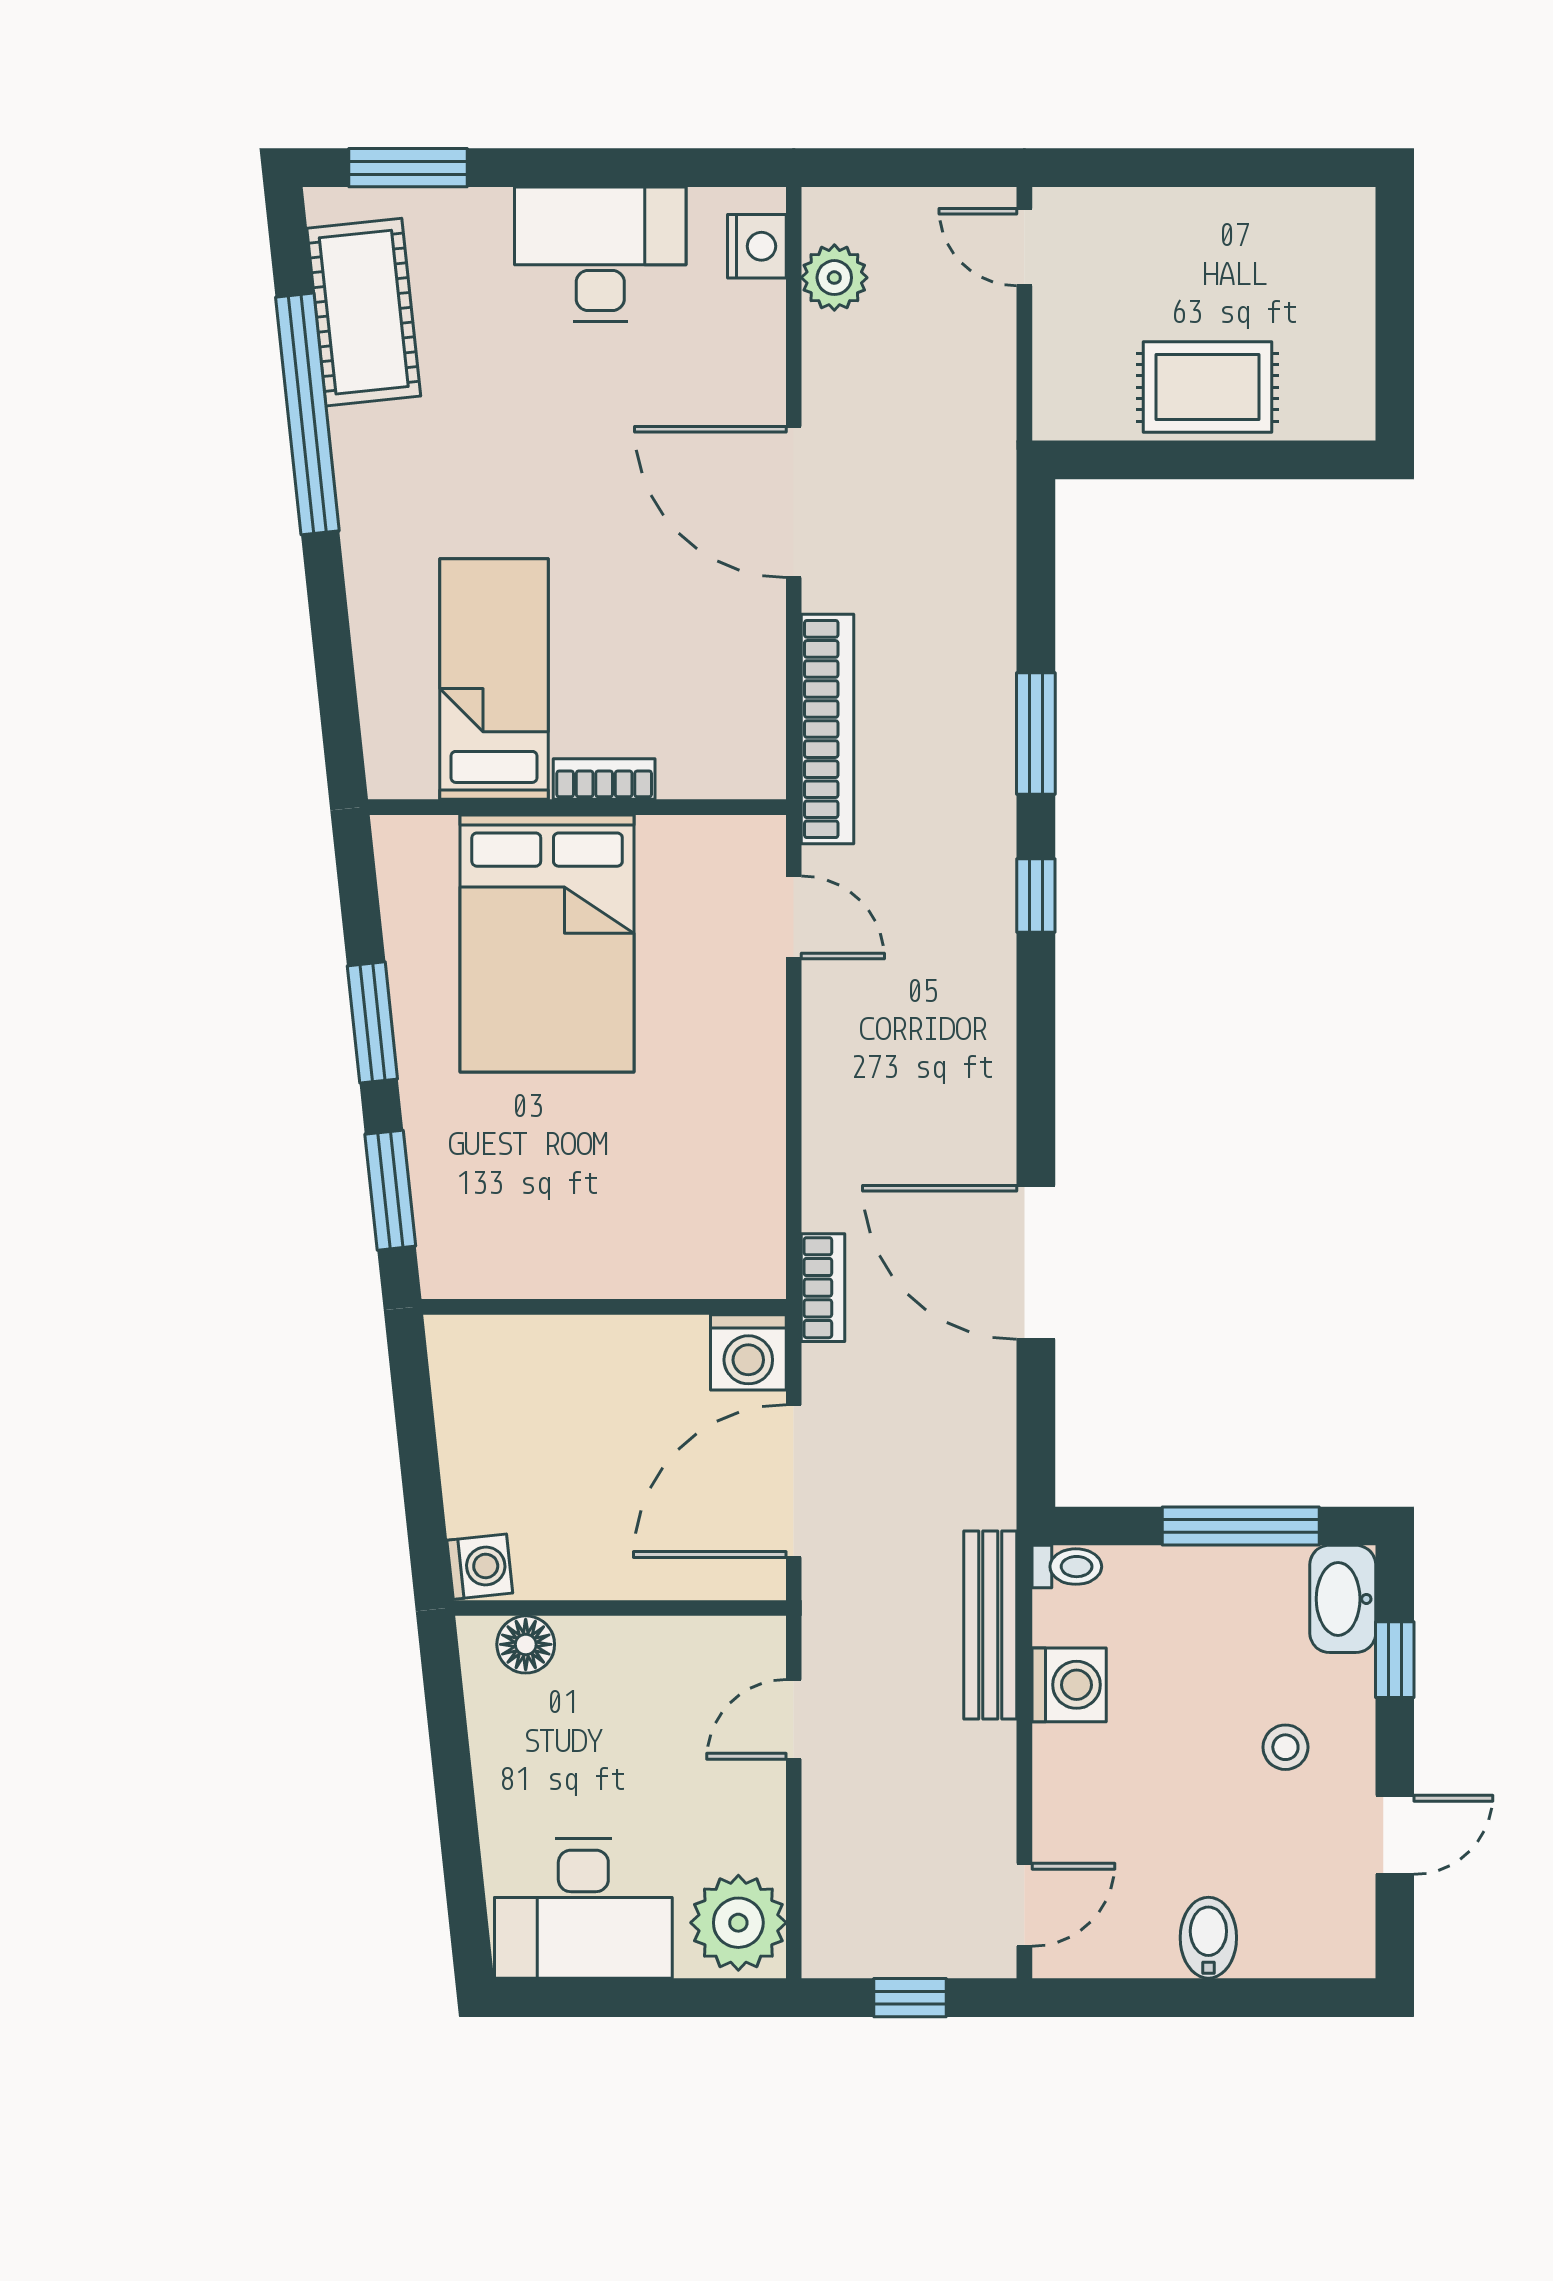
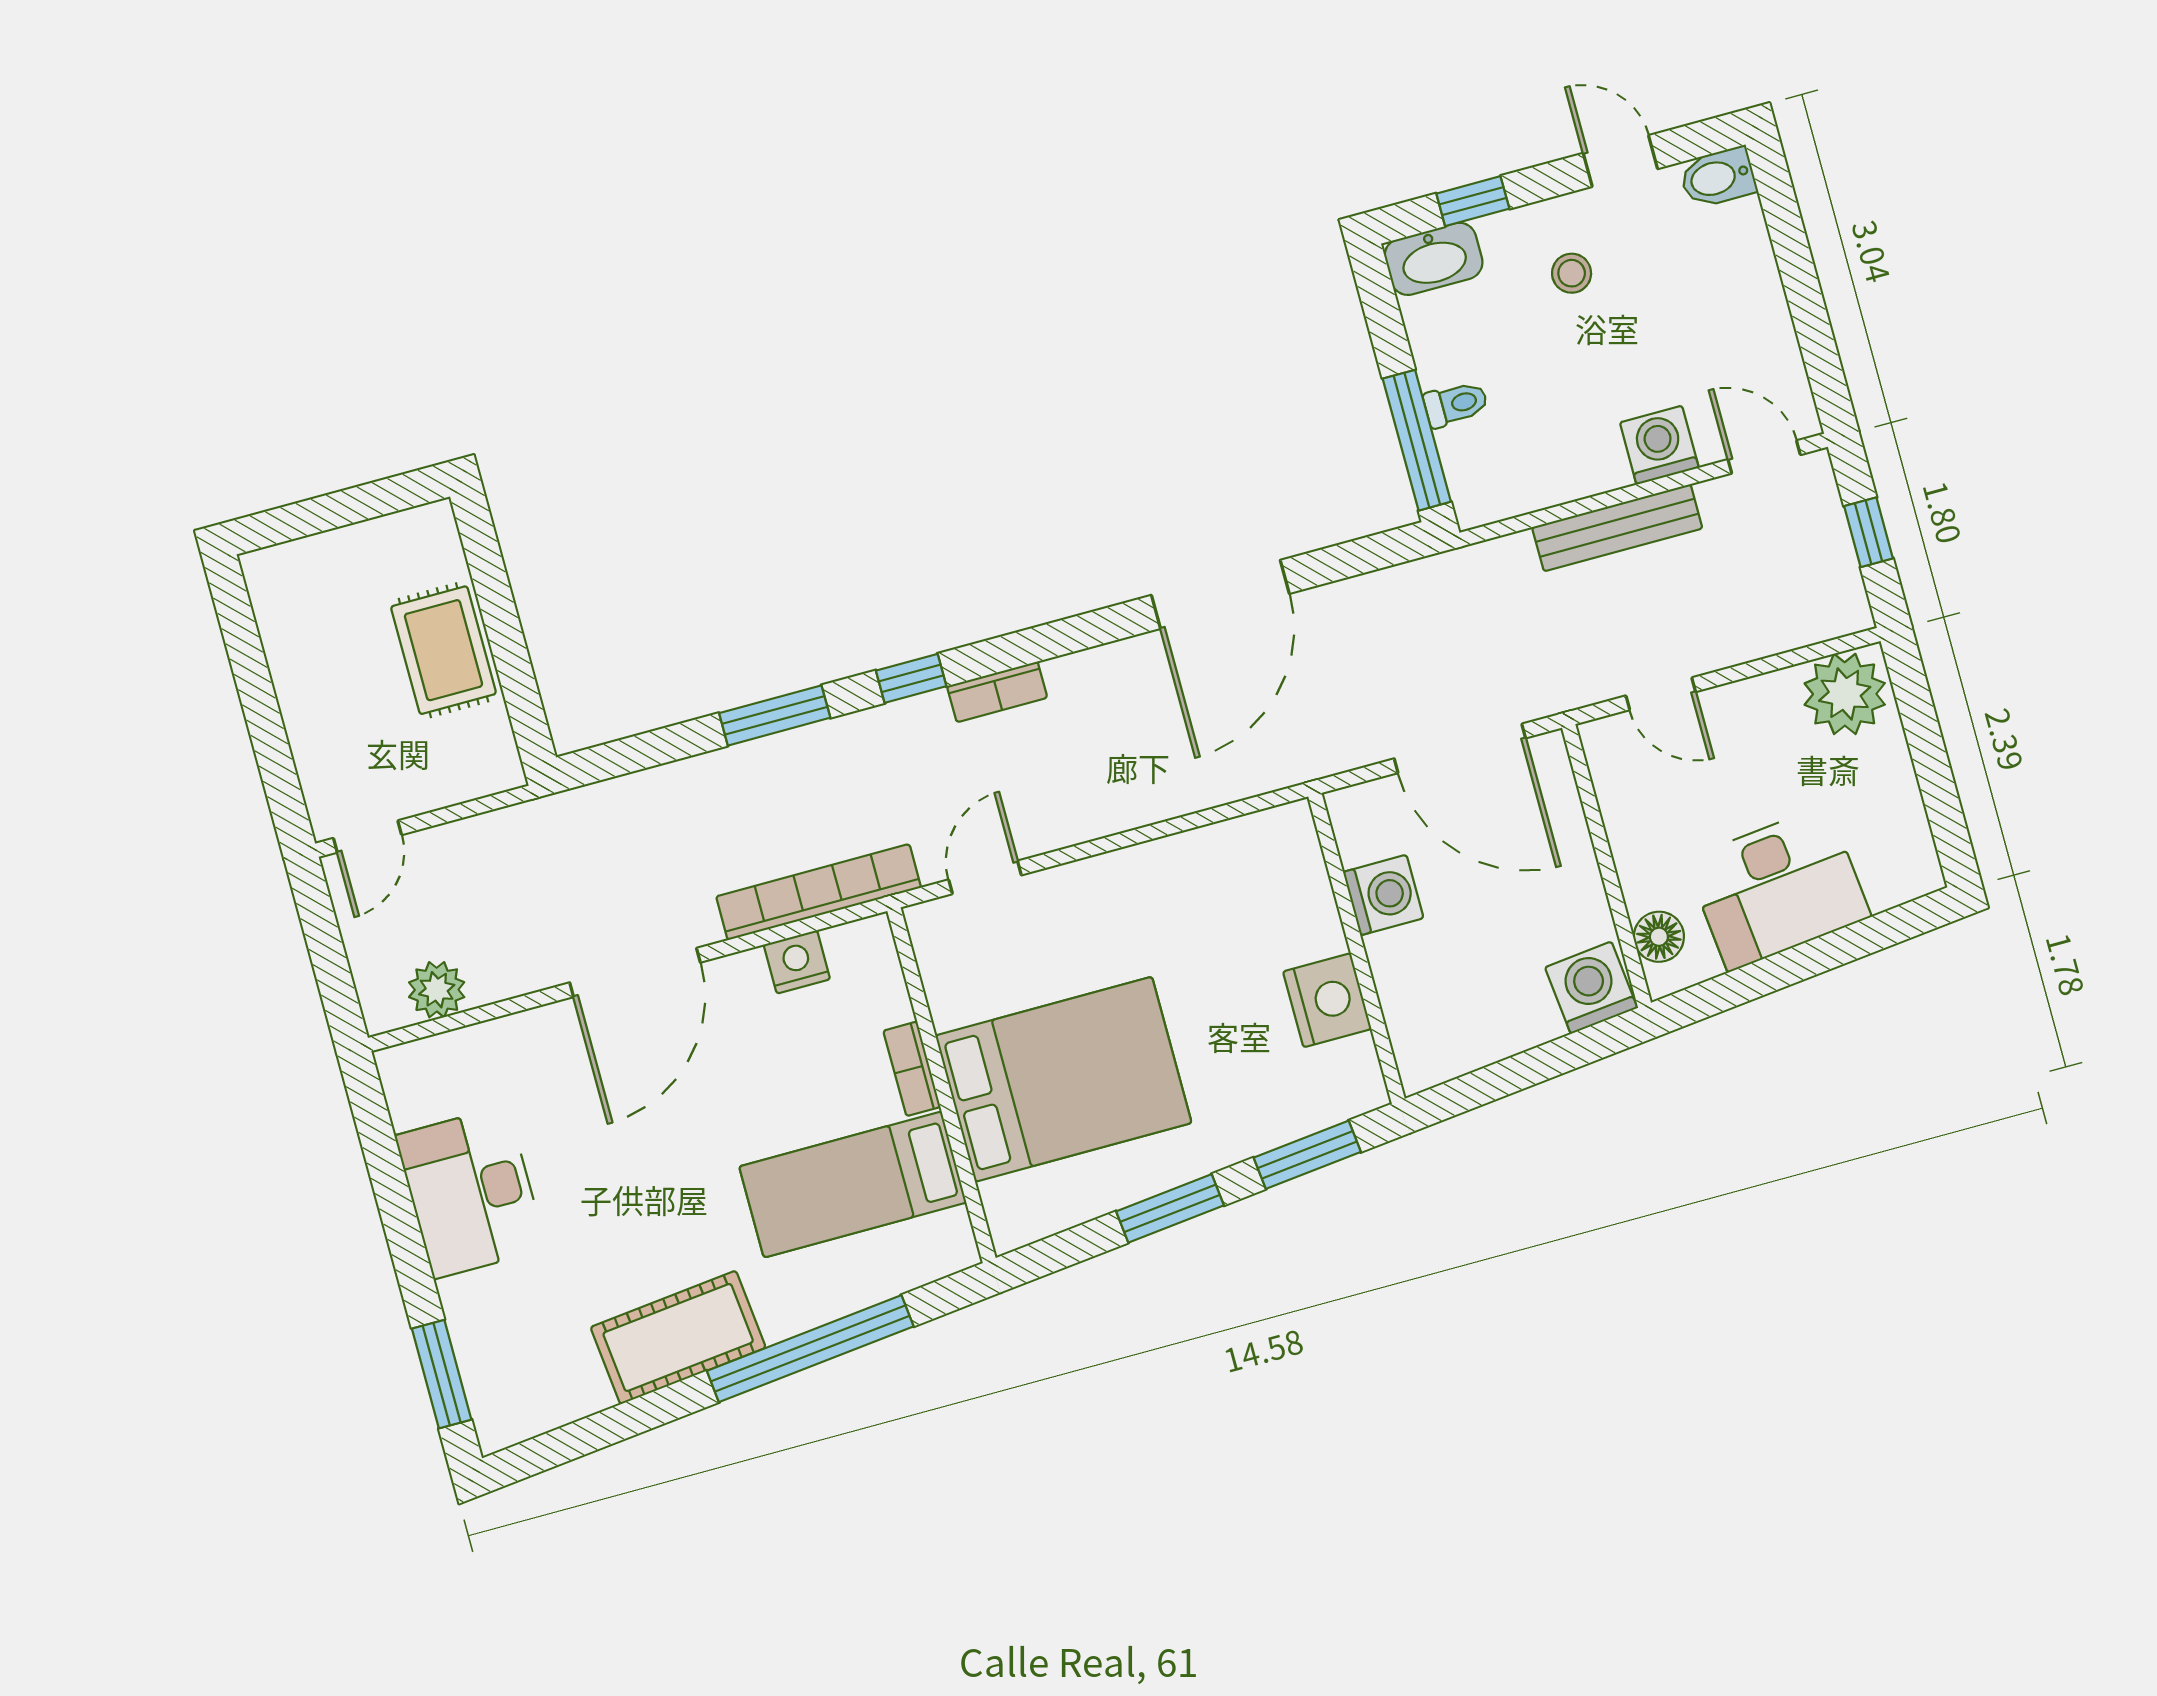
nightstand: (757, 246) -> (797, 962), moved
cot: (364, 312) -> (678, 1337), moved
window: (307, 414) -> (810, 1349), moved
nightstand: (555, 1259) -> (1327, 1000), added
bookcase: (823, 1288) -> (997, 692), moved, turned 180
washing machine: (748, 1352) -> (1383, 895), moved
window: (1241, 1526) -> (1417, 440), moved
washing machine: (480, 1567) -> (1591, 988), width x1.38, depth x1.38
toilet: (1067, 1567) -> (1456, 404), moved, turned 90
bench: (990, 1625) -> (1617, 528), moved
washing machine: (1069, 1685) -> (1659, 445), moved
desk: (583, 1909) -> (1778, 888), moved, turned 84
bidet: (1208, 1938) -> (1718, 177), moved

